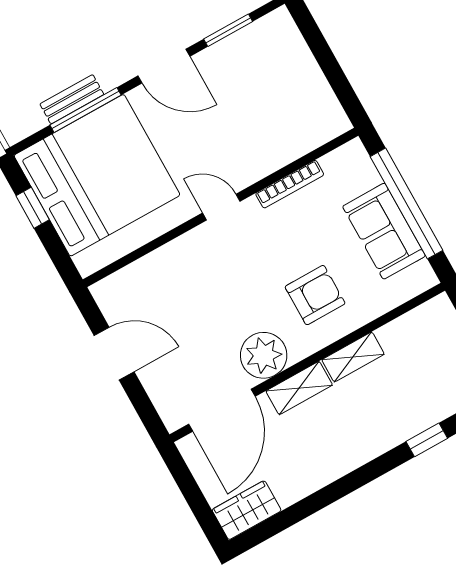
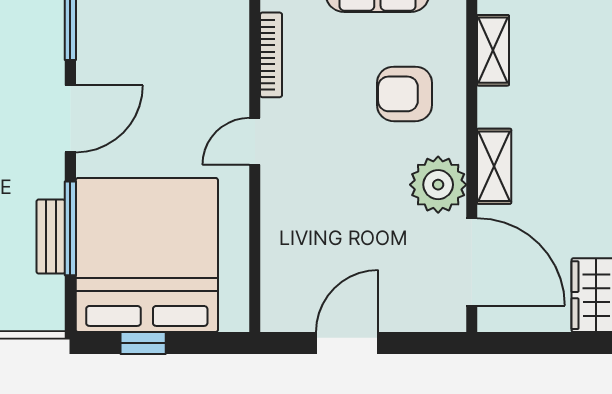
armchair: (315, 295) -> (404, 94), turned -90
shelving: (353, 357) -> (493, 50), moved

